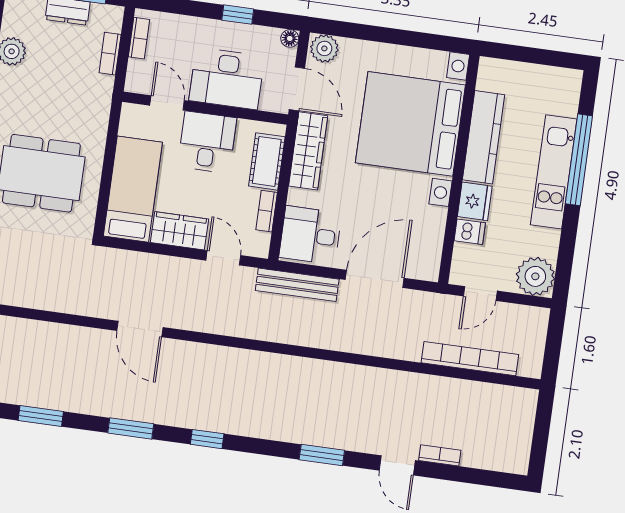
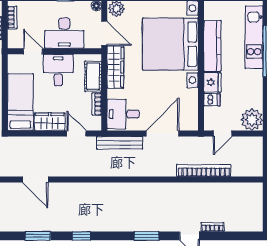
kitchen unit: (554, 172) -> (254, 37), moved
bookcase: (470, 359) -> (204, 171), moved

